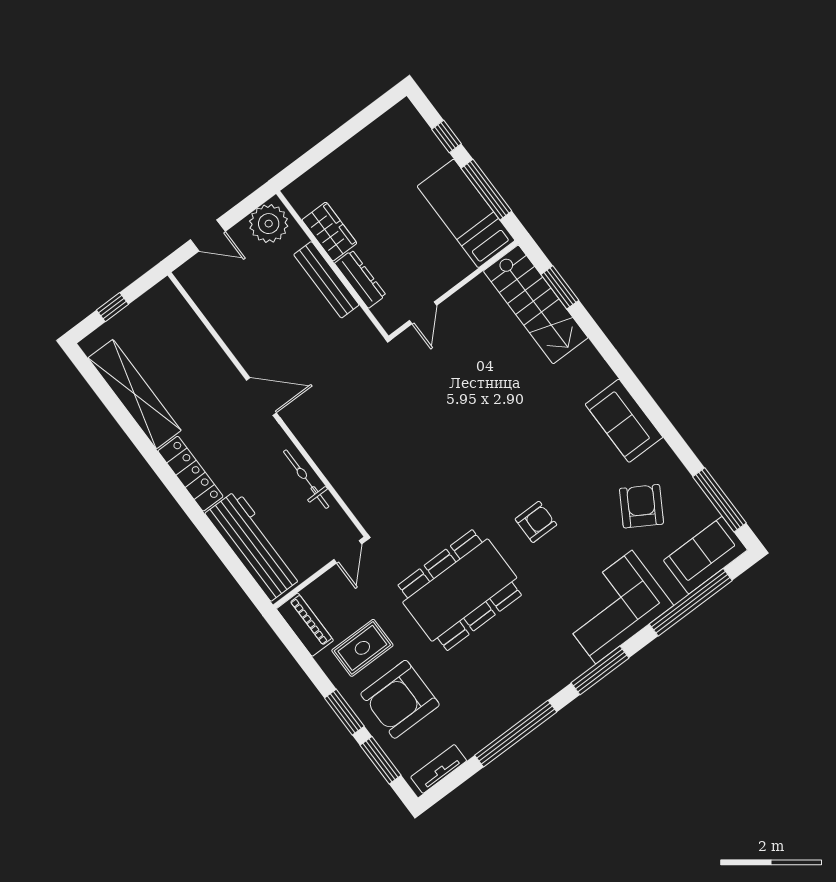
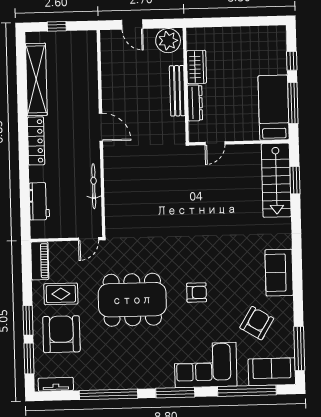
workbench: (254, 545) -> (39, 201), width x0.53, depth x0.76
armchair: (400, 699) -> (61, 334), turned 90

